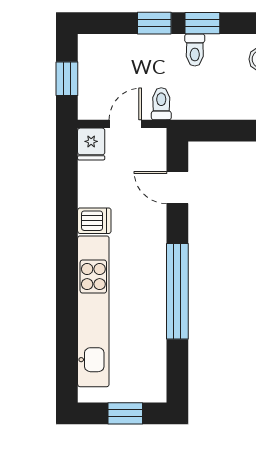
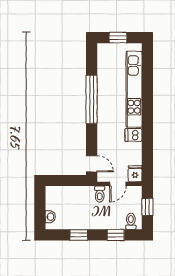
window: (154, 23) -> (116, 235), moved
toilet: (195, 50) -> (131, 221), moved
door: (177, 188) -> (92, 164), moved

